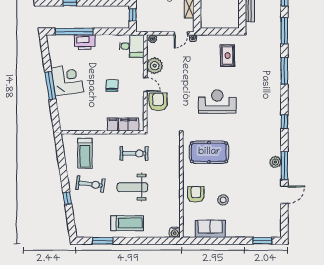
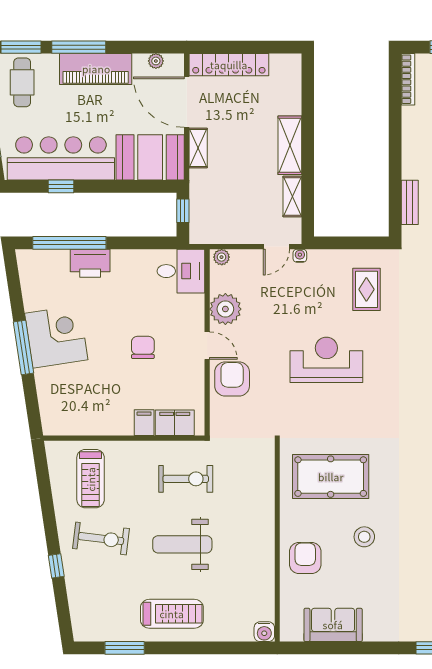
reception desk: (217, 102) -> (326, 360), moved
stool: (223, 200) -> (364, 537), moved

